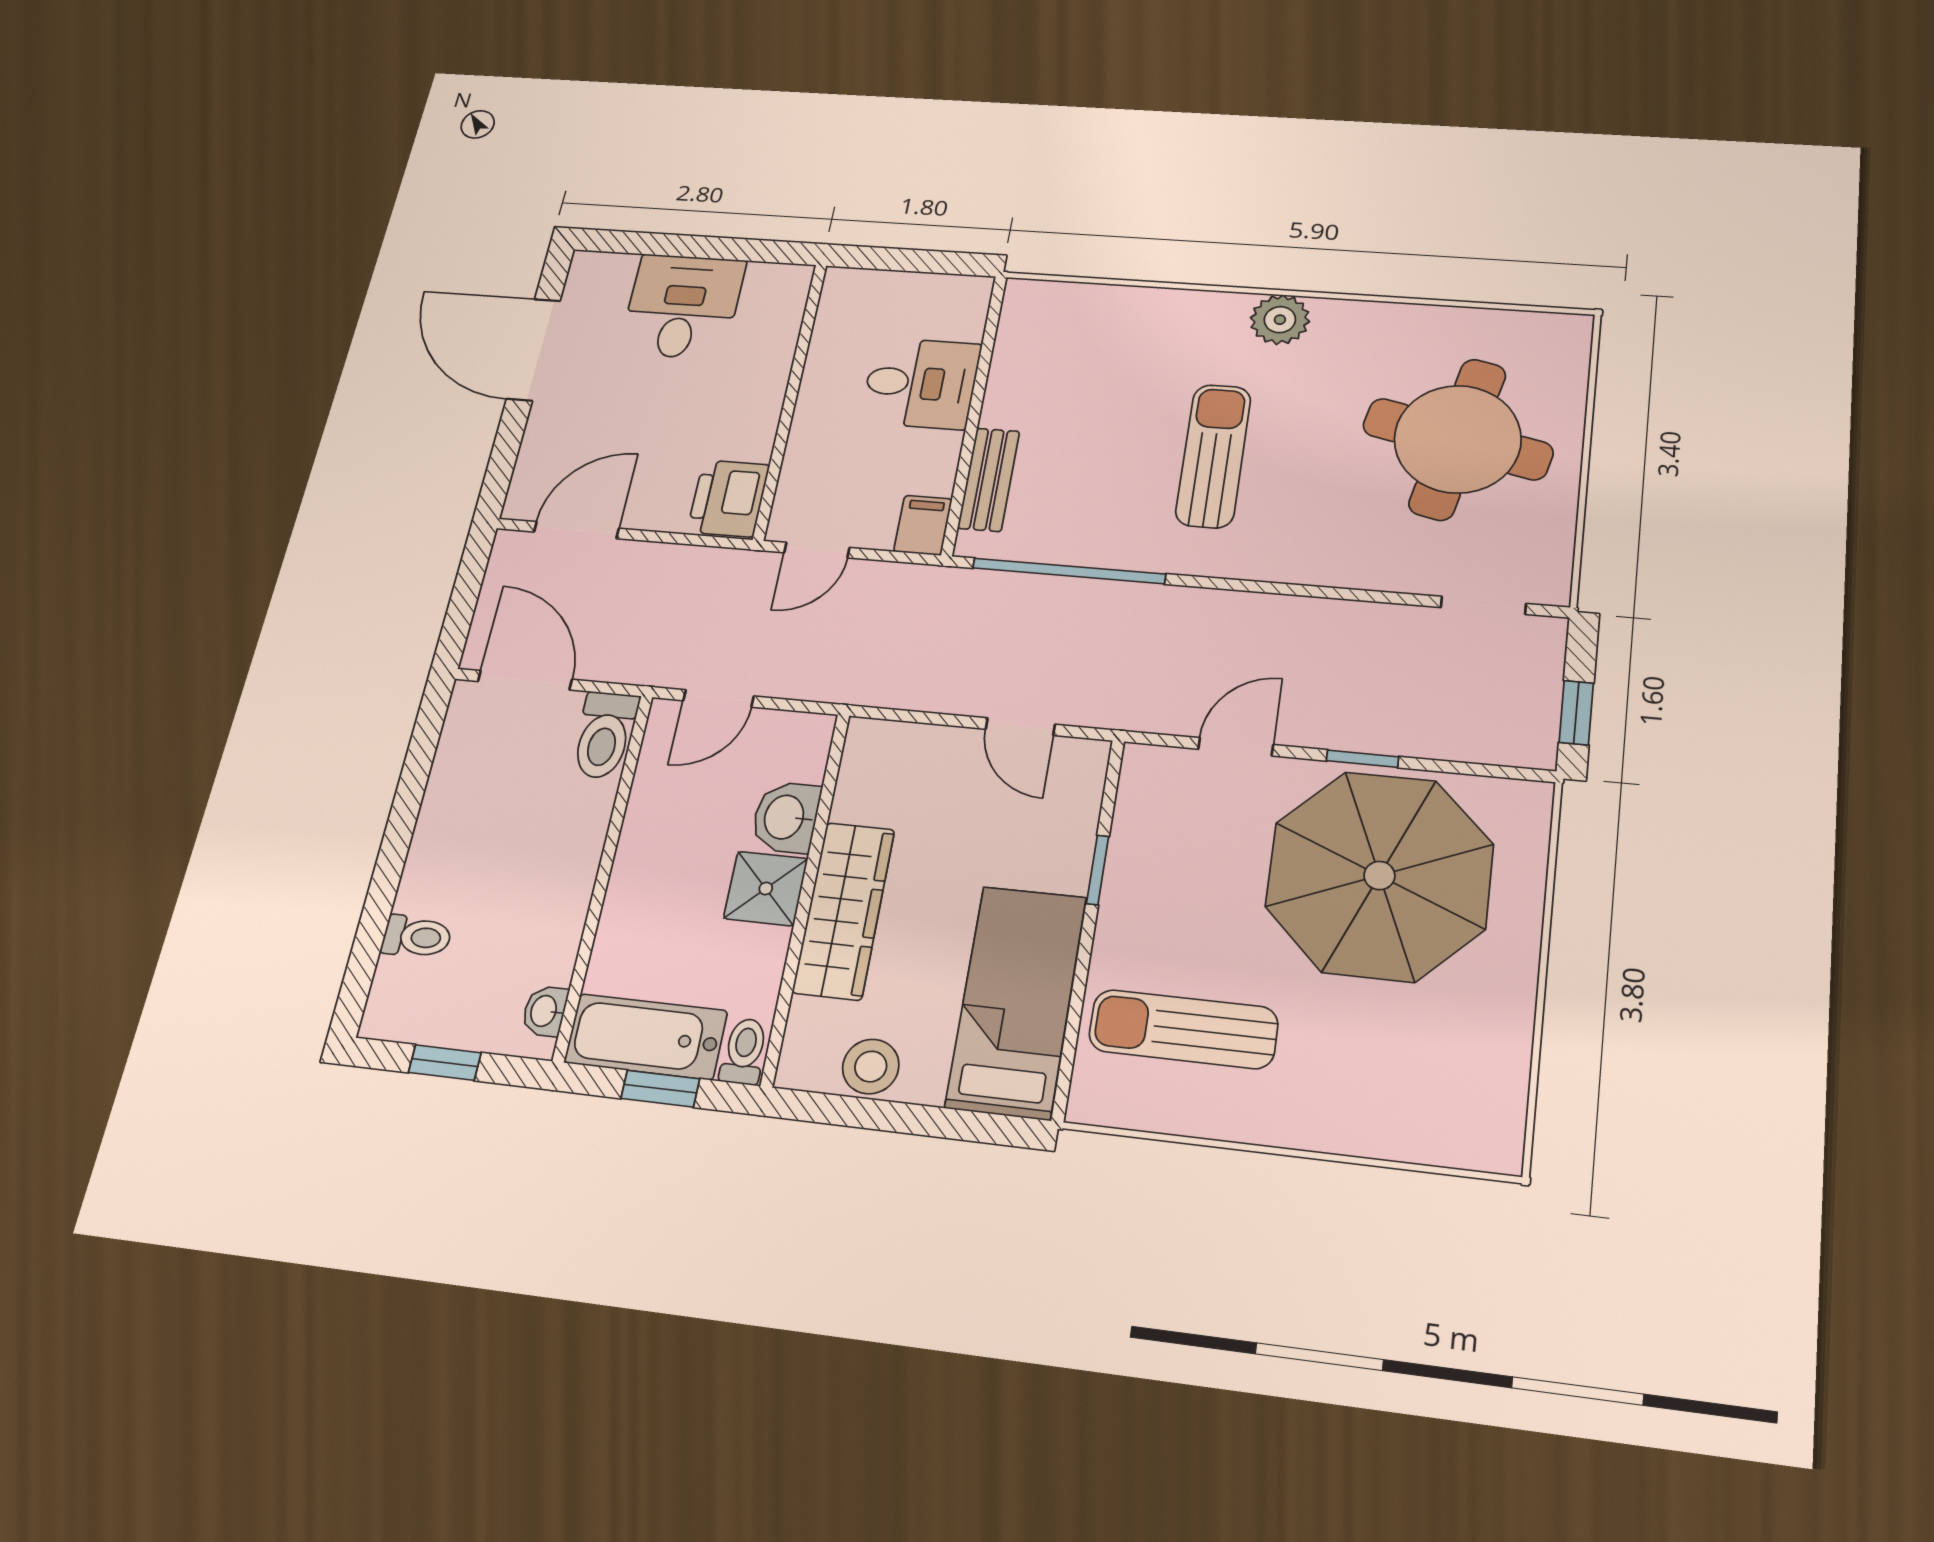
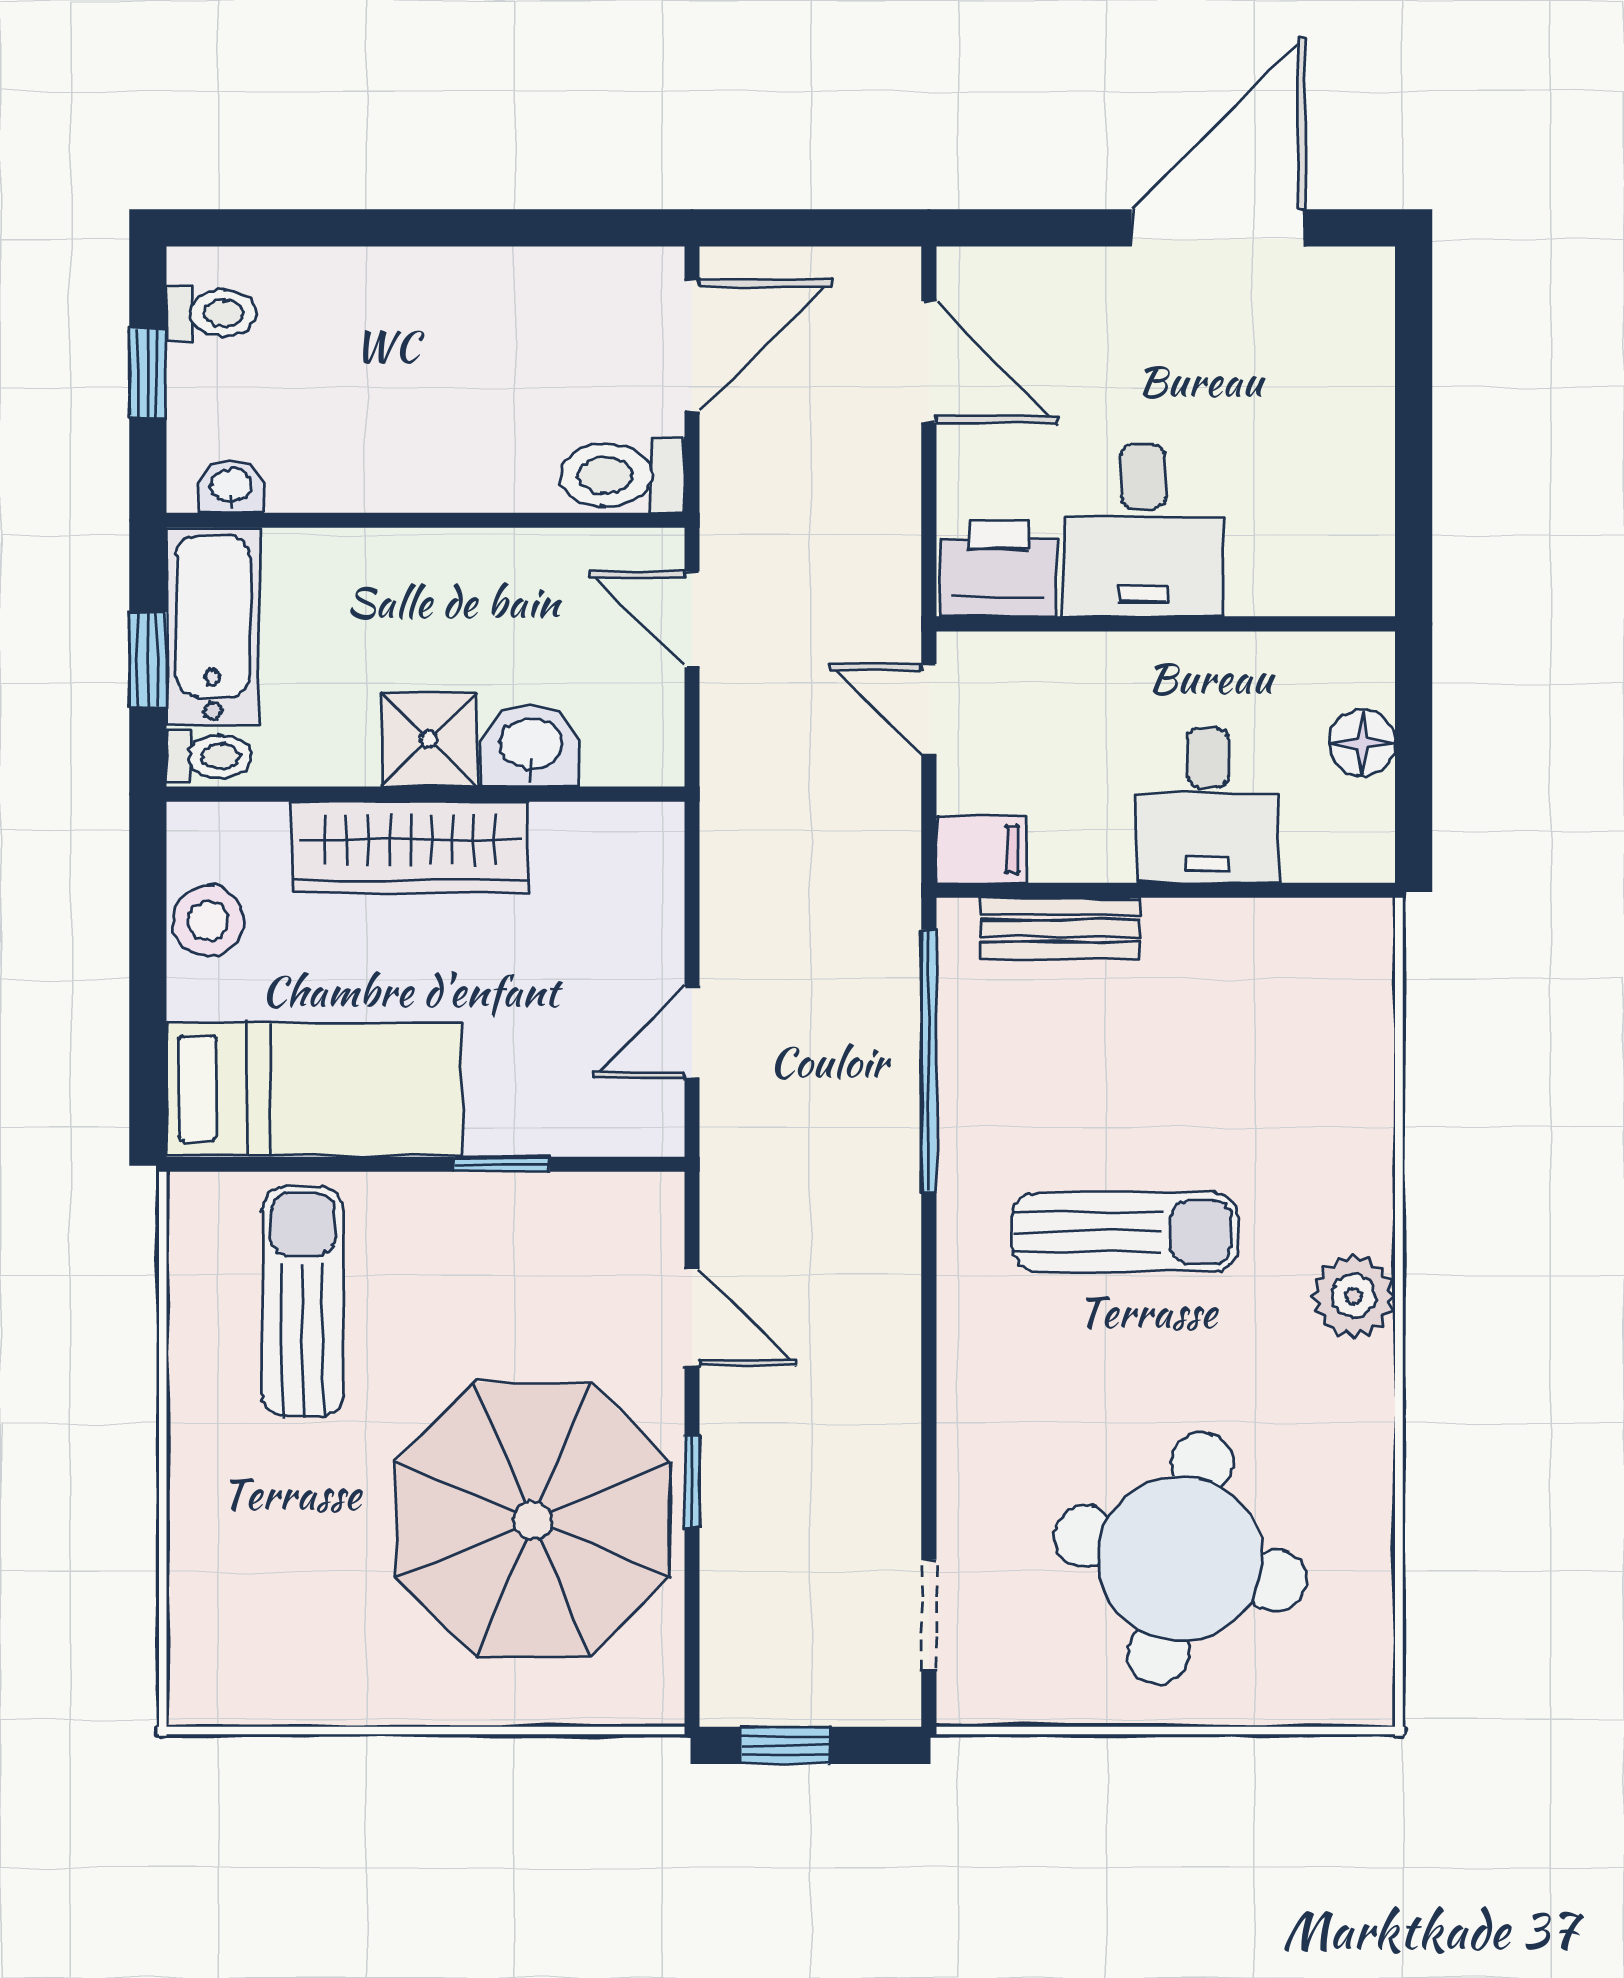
floor lamp: (897, 290) -> (1362, 743), added
desk: (682, 306) -> (1143, 530), moved, turned 90
toilet: (417, 937) -> (211, 313), moved, turned -90

